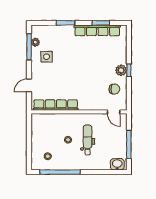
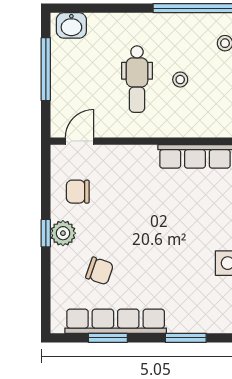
chair: (105, 53) -> (100, 271), added
door: (114, 112) -> (79, 141), hinge flipped

